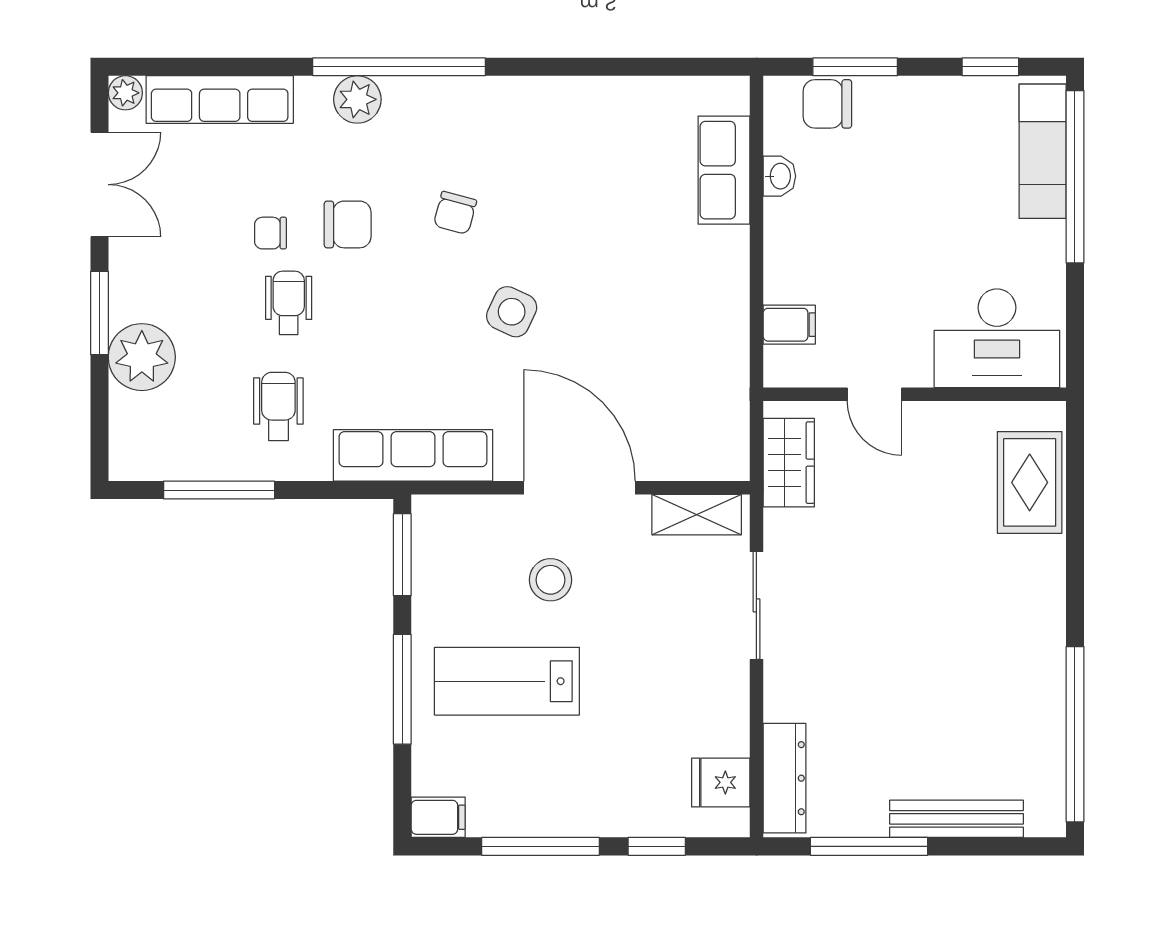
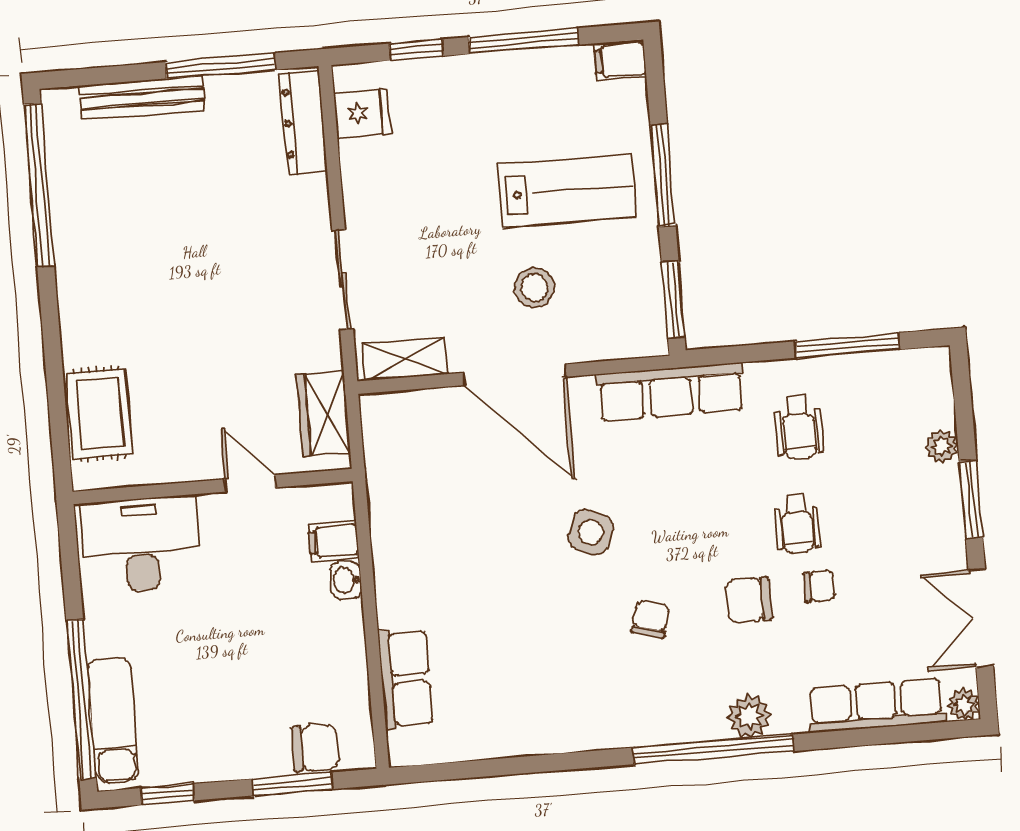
washbasin: (779, 176) -> (346, 580), moved
plant: (142, 357) -> (942, 446), width x0.53, depth x0.53

